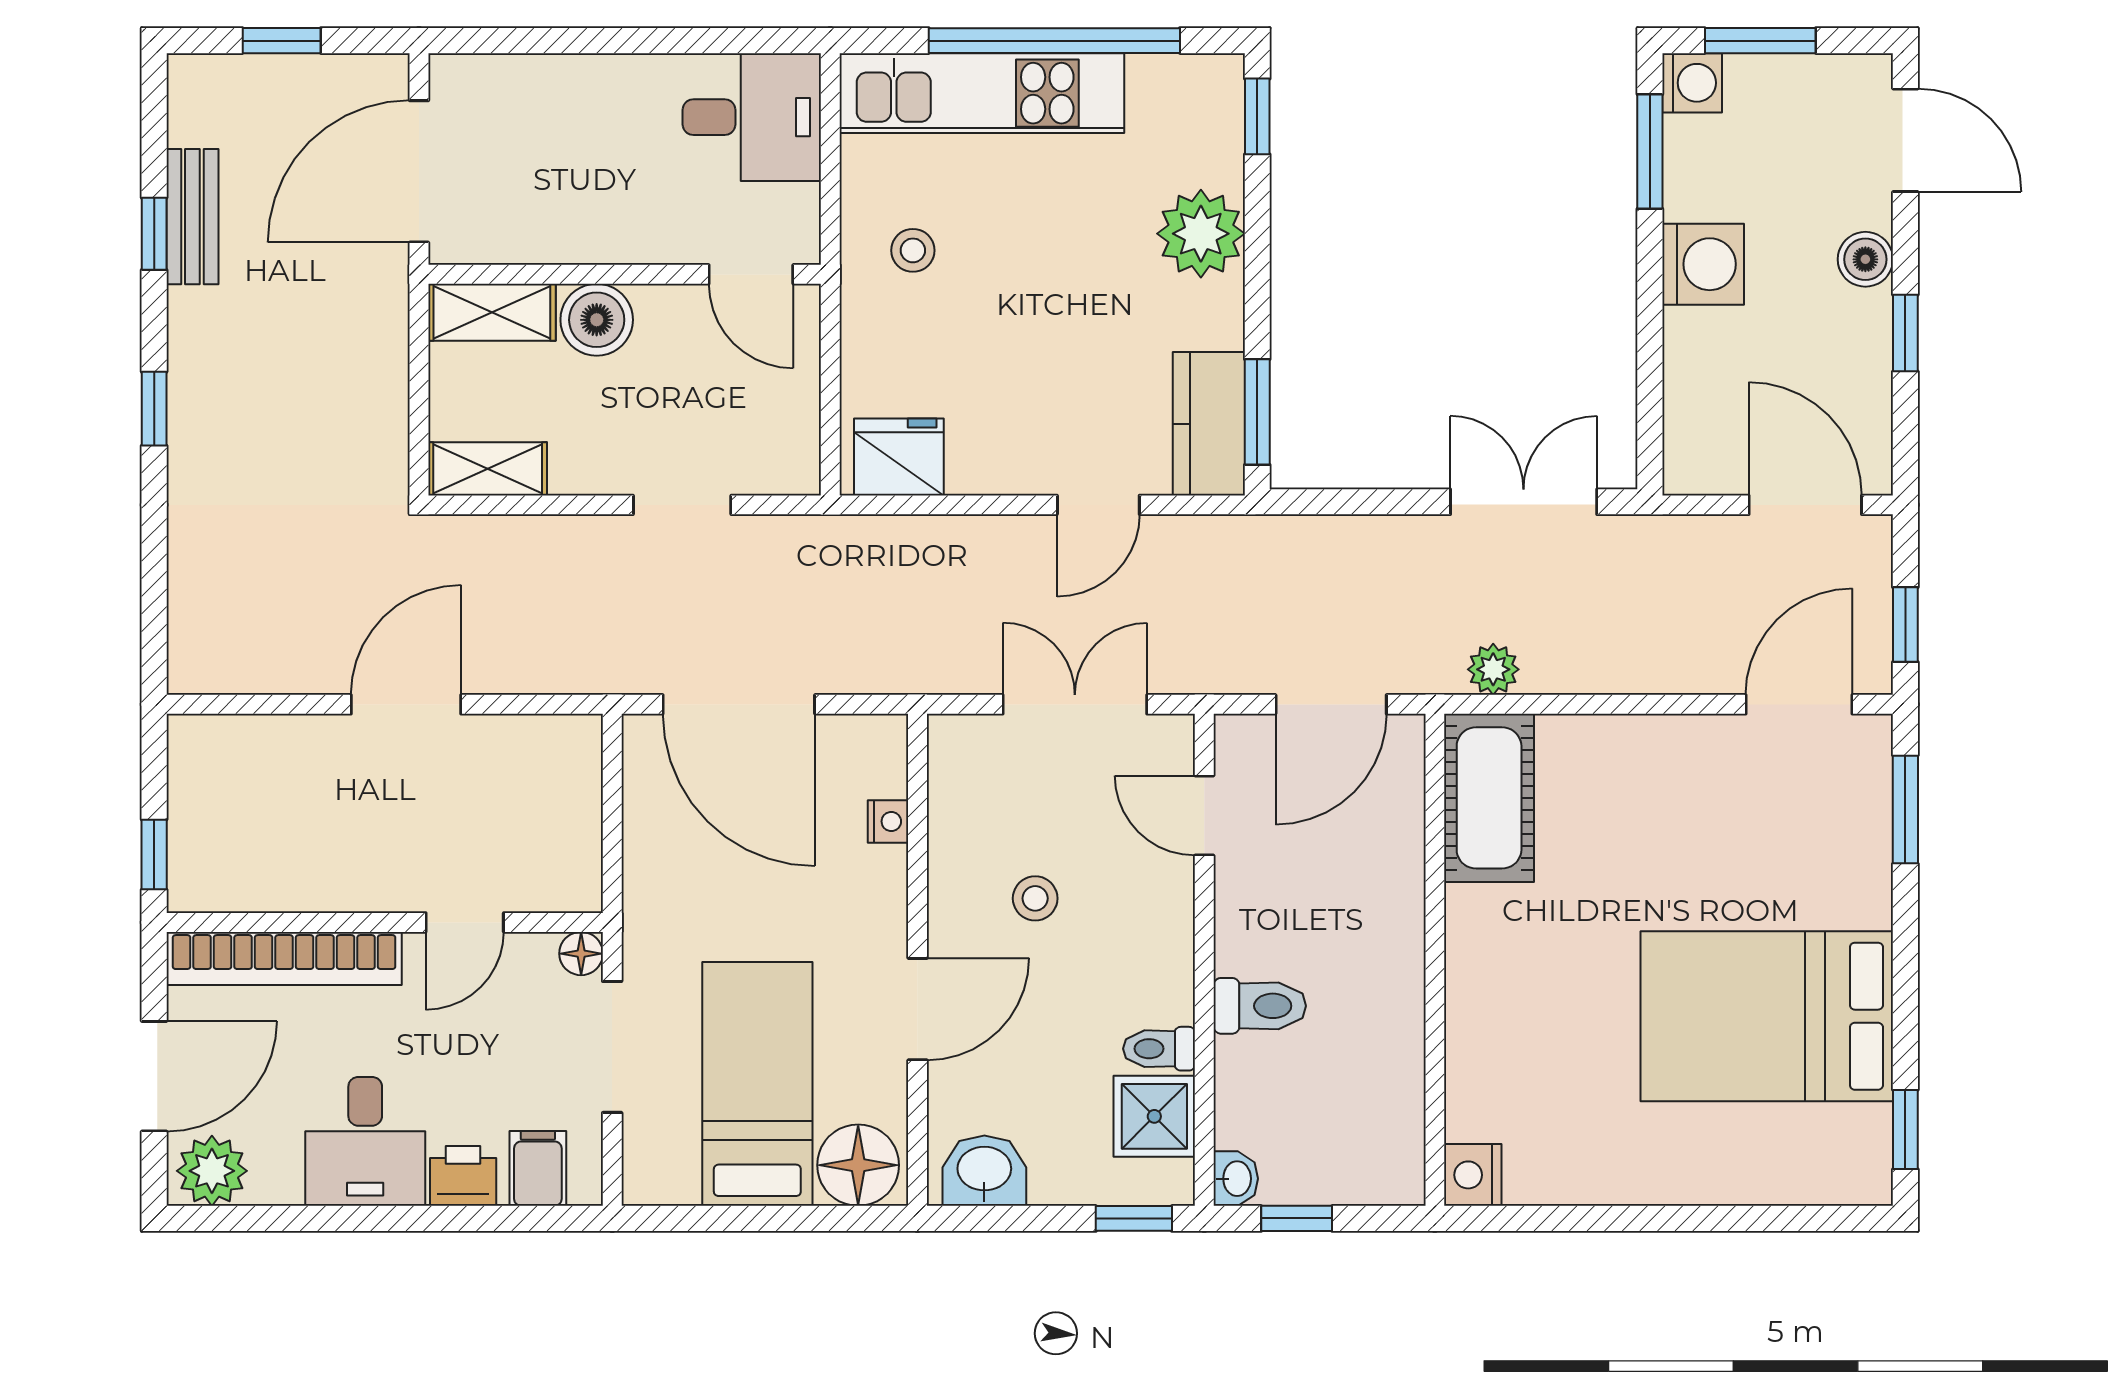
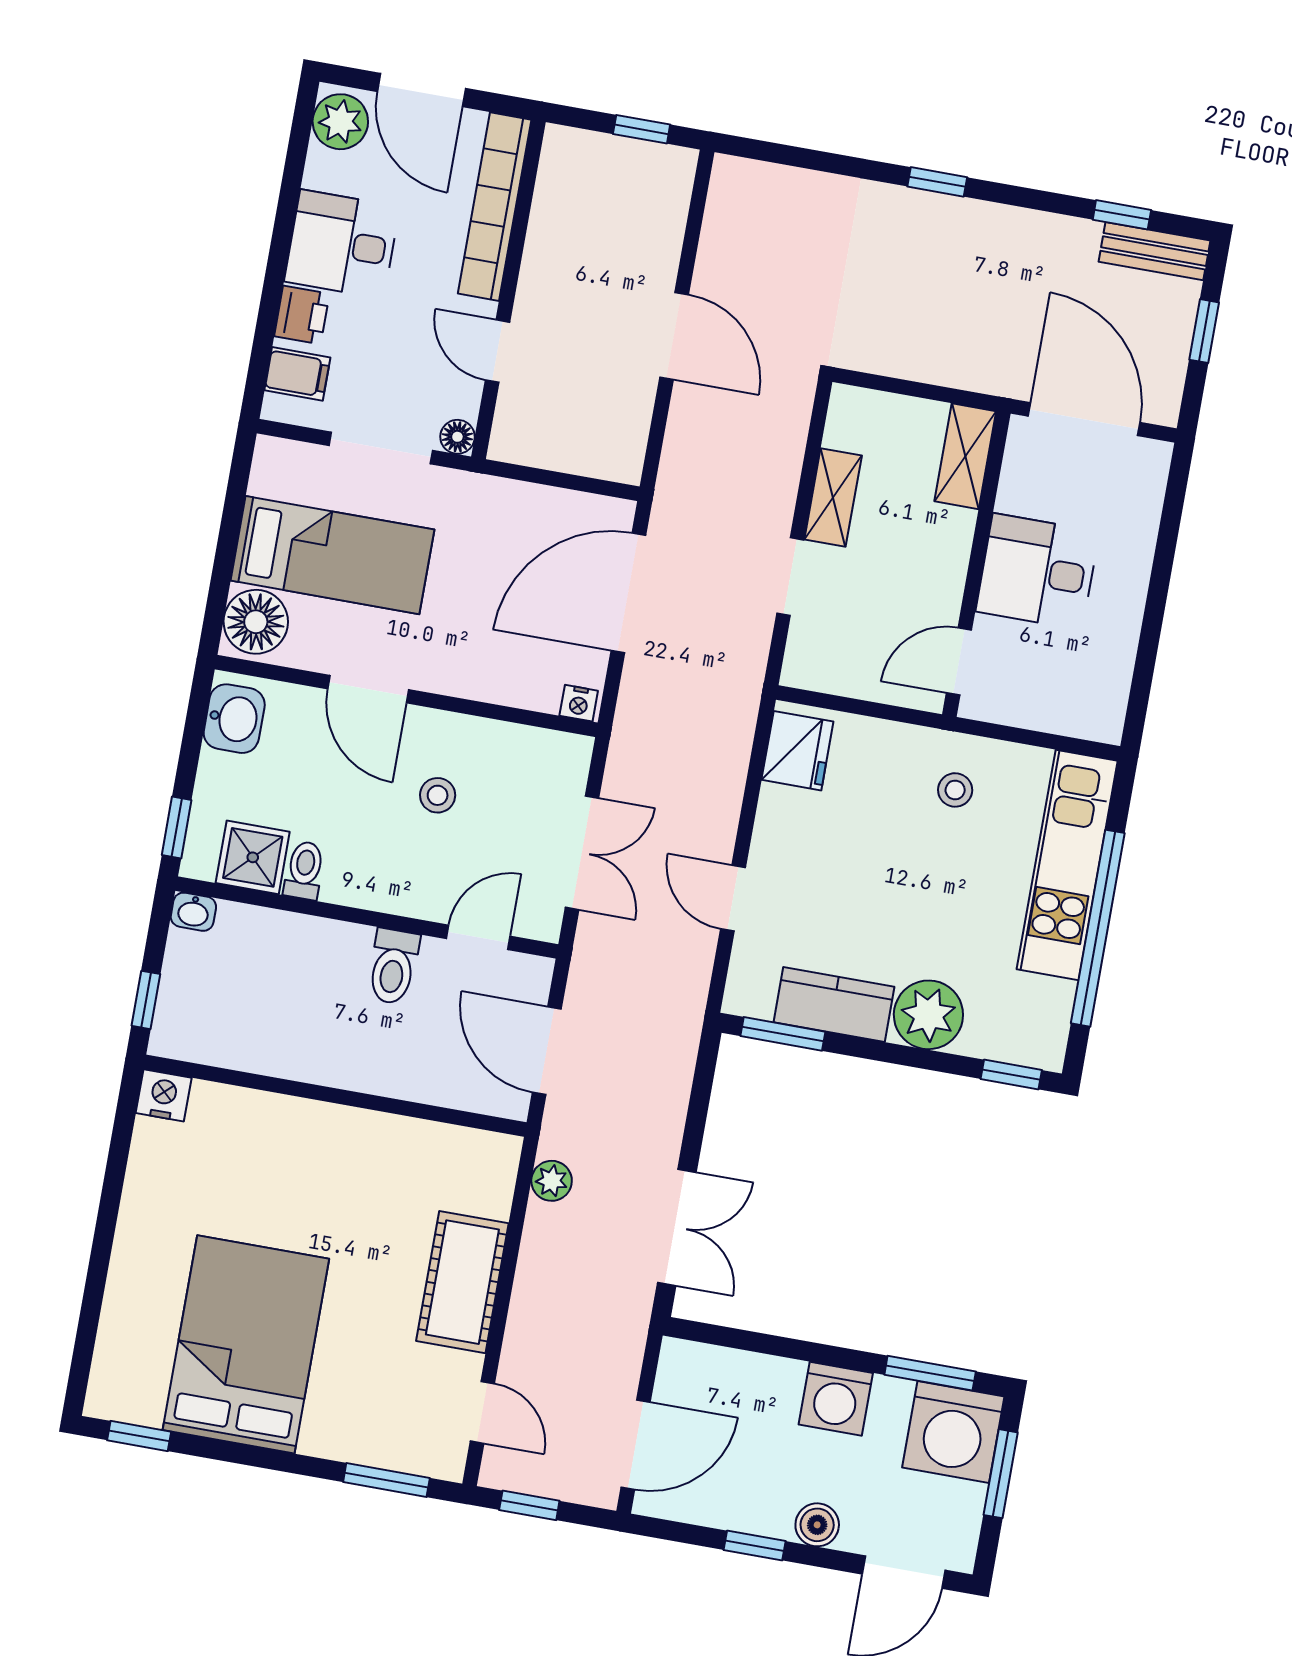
washing machine: (1692, 83) -> (953, 1432), width x1.89, depth x1.89
desk: (752, 117) -> (1038, 572), moved, turned 90
bench: (192, 217) -> (1154, 251), moved
window: (154, 234) -> (1122, 215), moved
boiler: (597, 320) -> (945, 536), removed
kitchen counter: (1209, 424) -> (834, 1004), moved
shelving: (488, 469) -> (833, 498), moved
door: (1799, 704) -> (482, 1412), width x0.73
cot: (1489, 798) -> (462, 1282), moved, turned 90
nightstand: (888, 821) -> (579, 703), moved
window: (154, 855) -> (642, 129), moved
toilet: (1260, 1006) -> (393, 966), moved
window: (1297, 1218) -> (146, 1000), moved

